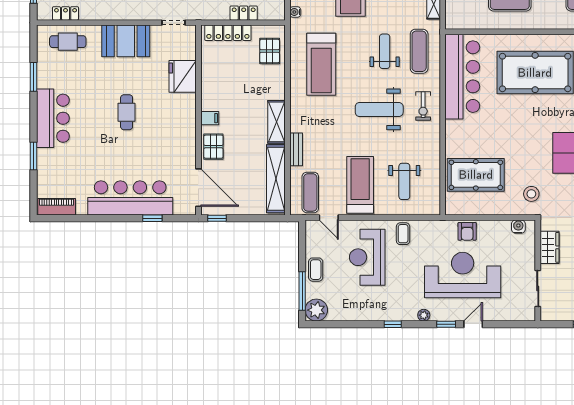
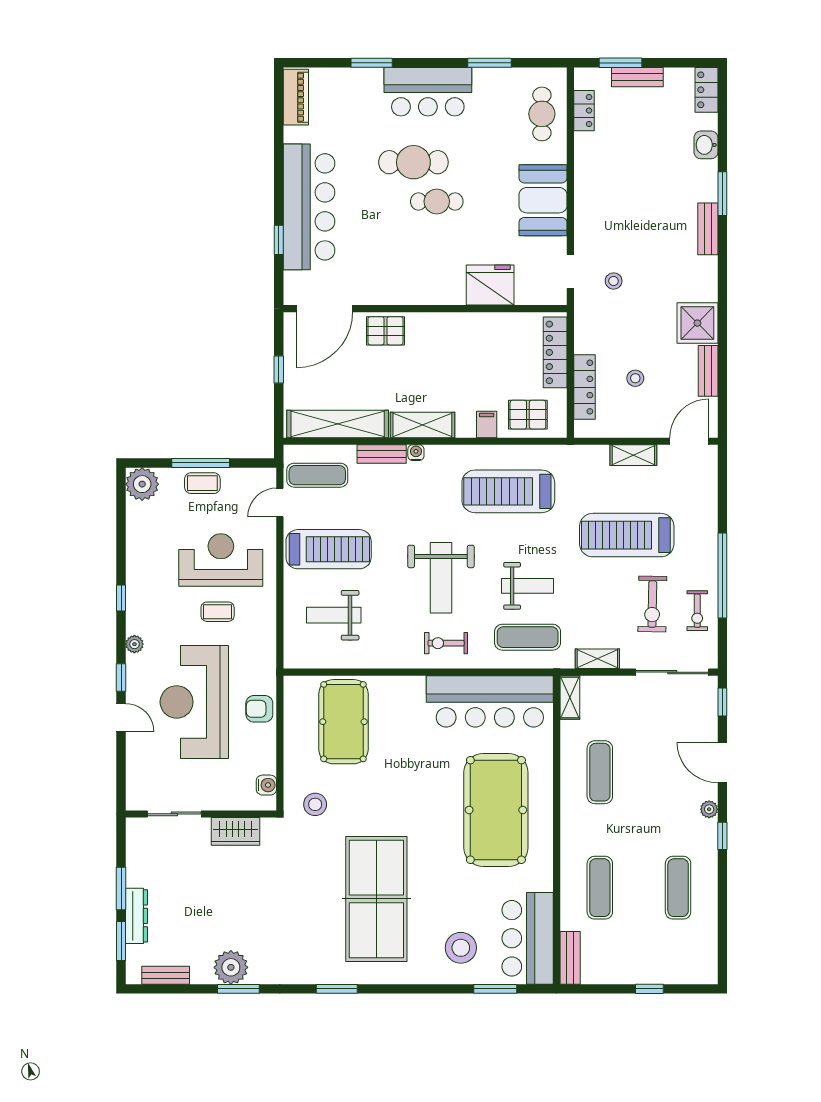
water cooler: (295, 12) -> (416, 453), moved
locker: (244, 13) -> (584, 387), width x1.53
shelving: (460, 23) -> (570, 697), added
weight bench: (379, 109) -> (441, 578), turned 180
filing cabinet: (210, 118) -> (487, 424), moved, turned 180
cafe table: (100, 128) -> (413, 162), added
window: (217, 218) -> (279, 370), moved
coffee table: (403, 234) -> (218, 612), moved
reception desk: (463, 275) -> (194, 702), turned 180
window: (302, 291) -> (201, 463), moved

